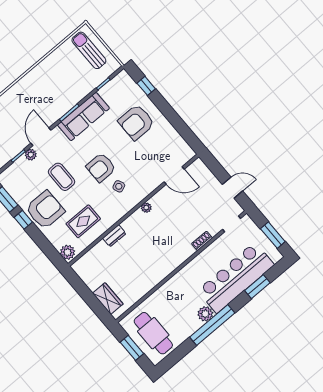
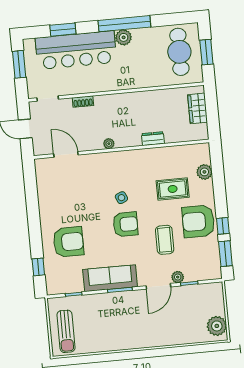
door: (174, 175) -> (66, 154), moved
plant: (146, 208) -> (109, 144), moved
wall: (133, 210) -> (121, 149), moved
dresser: (114, 236) -> (153, 139), moved

